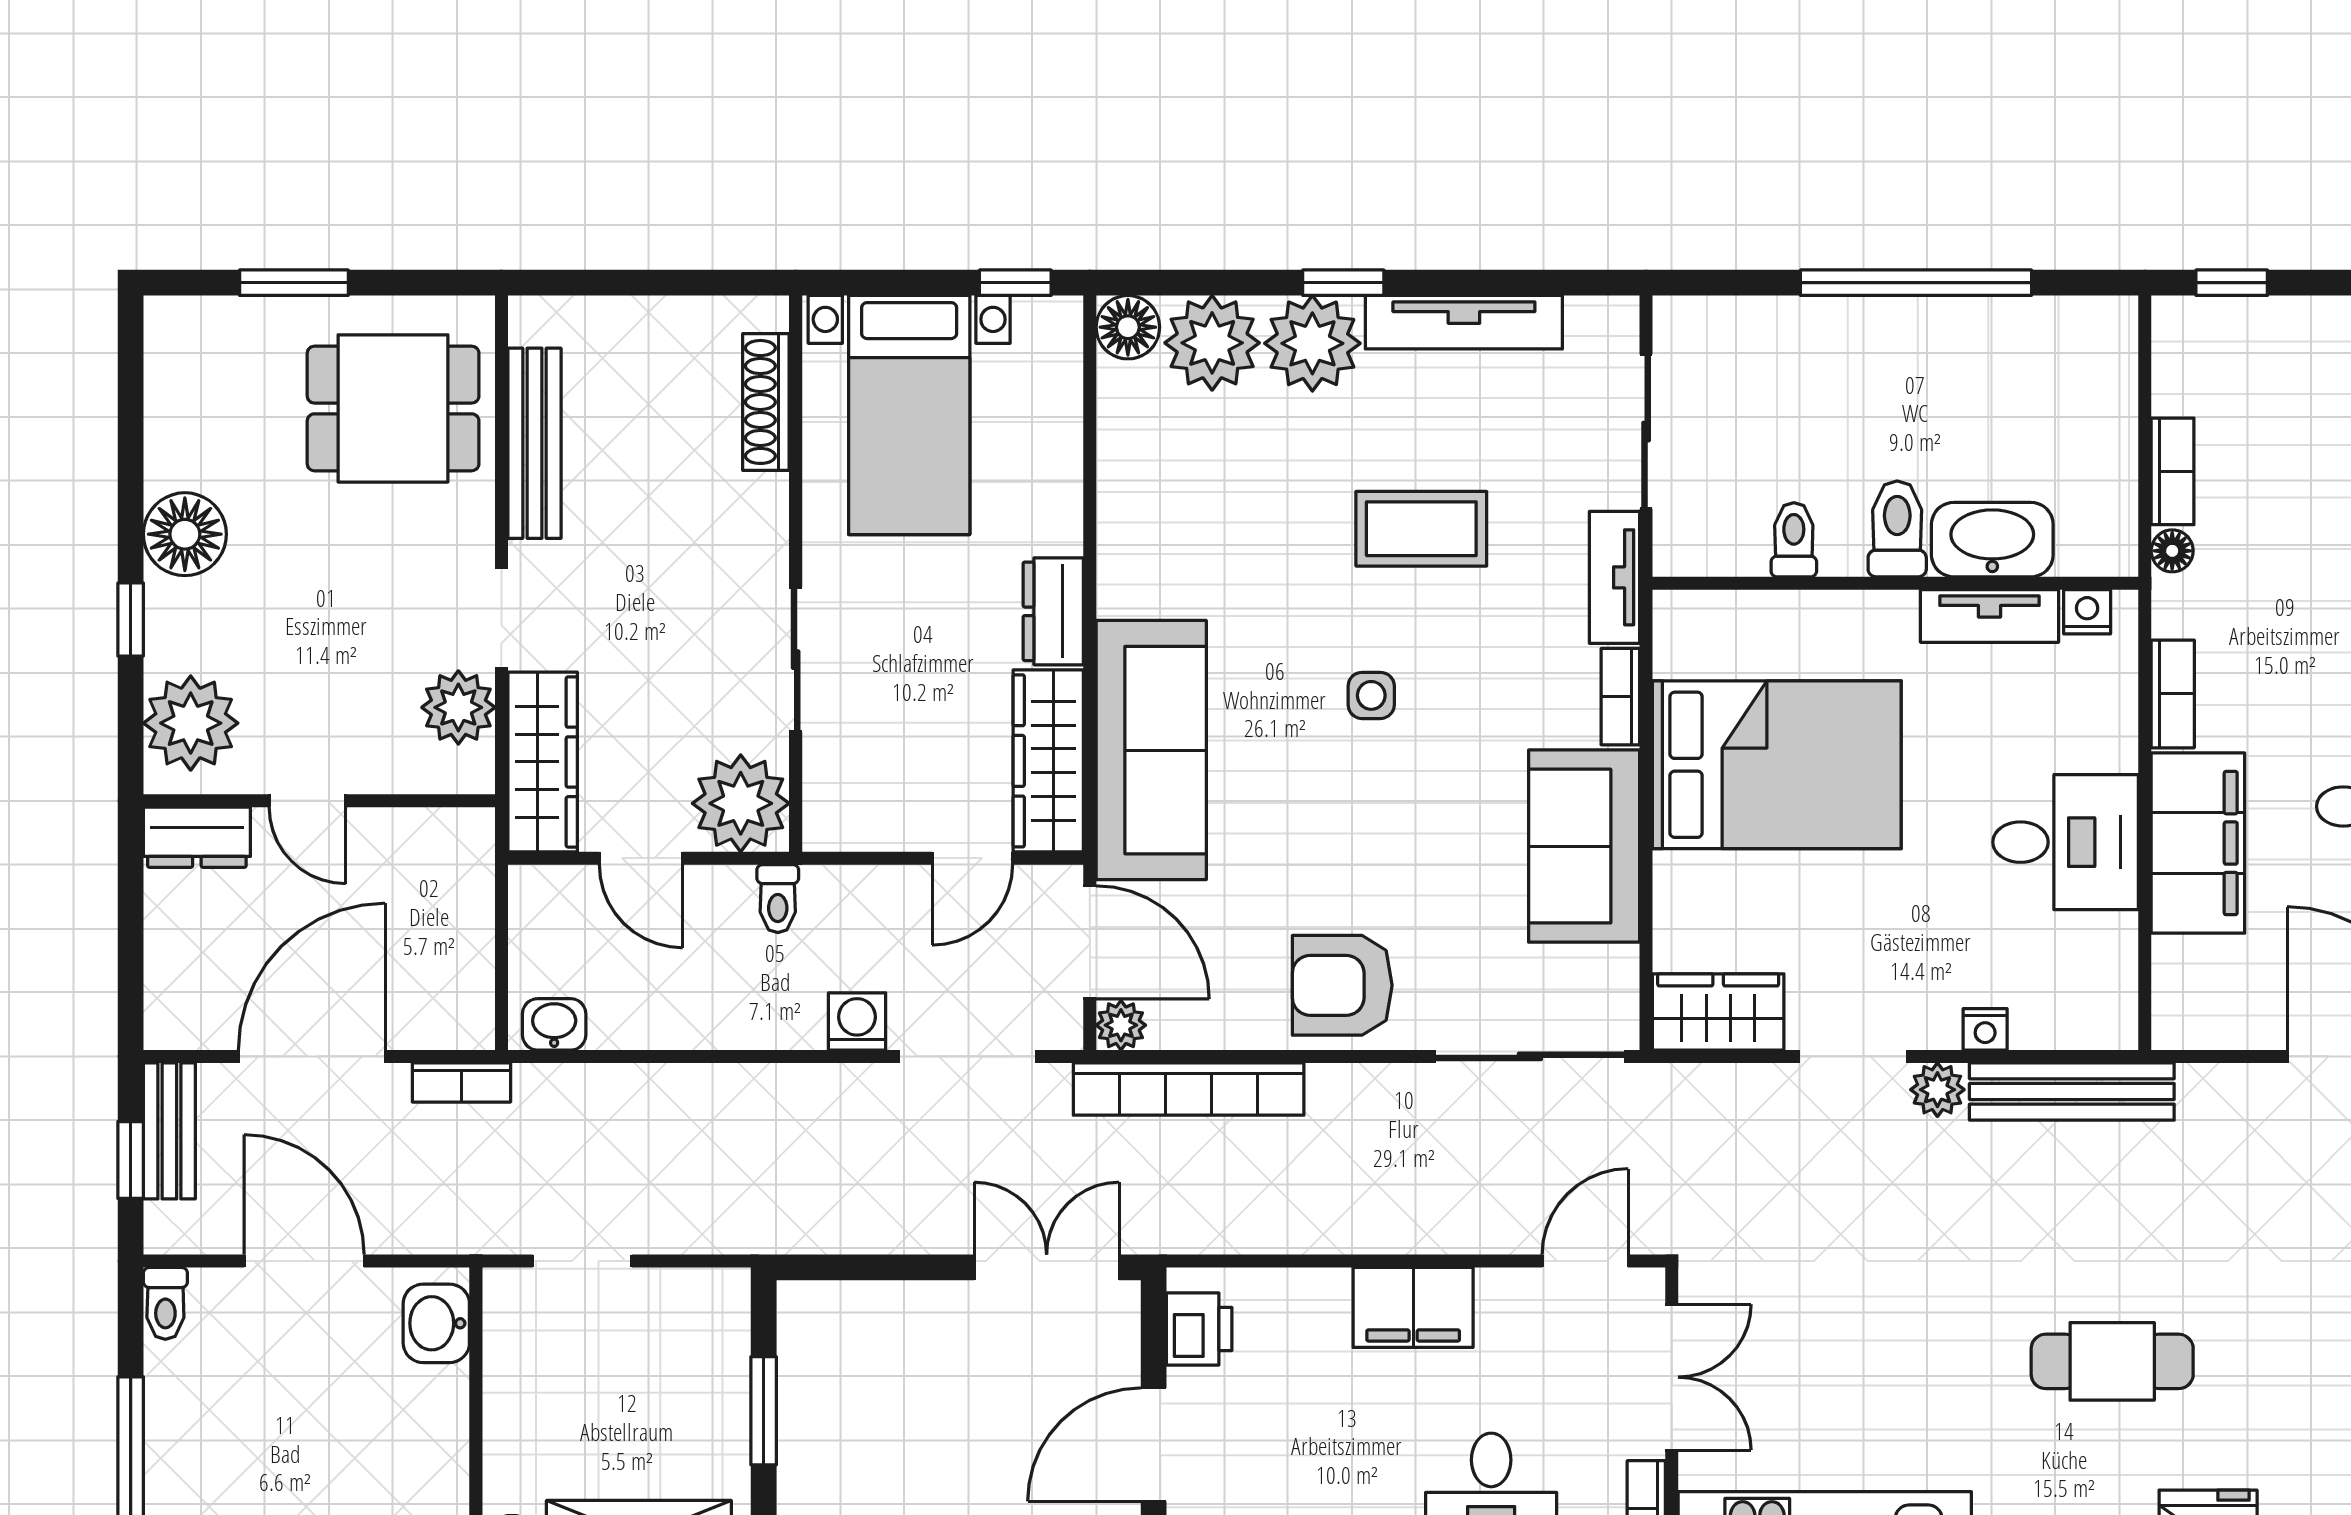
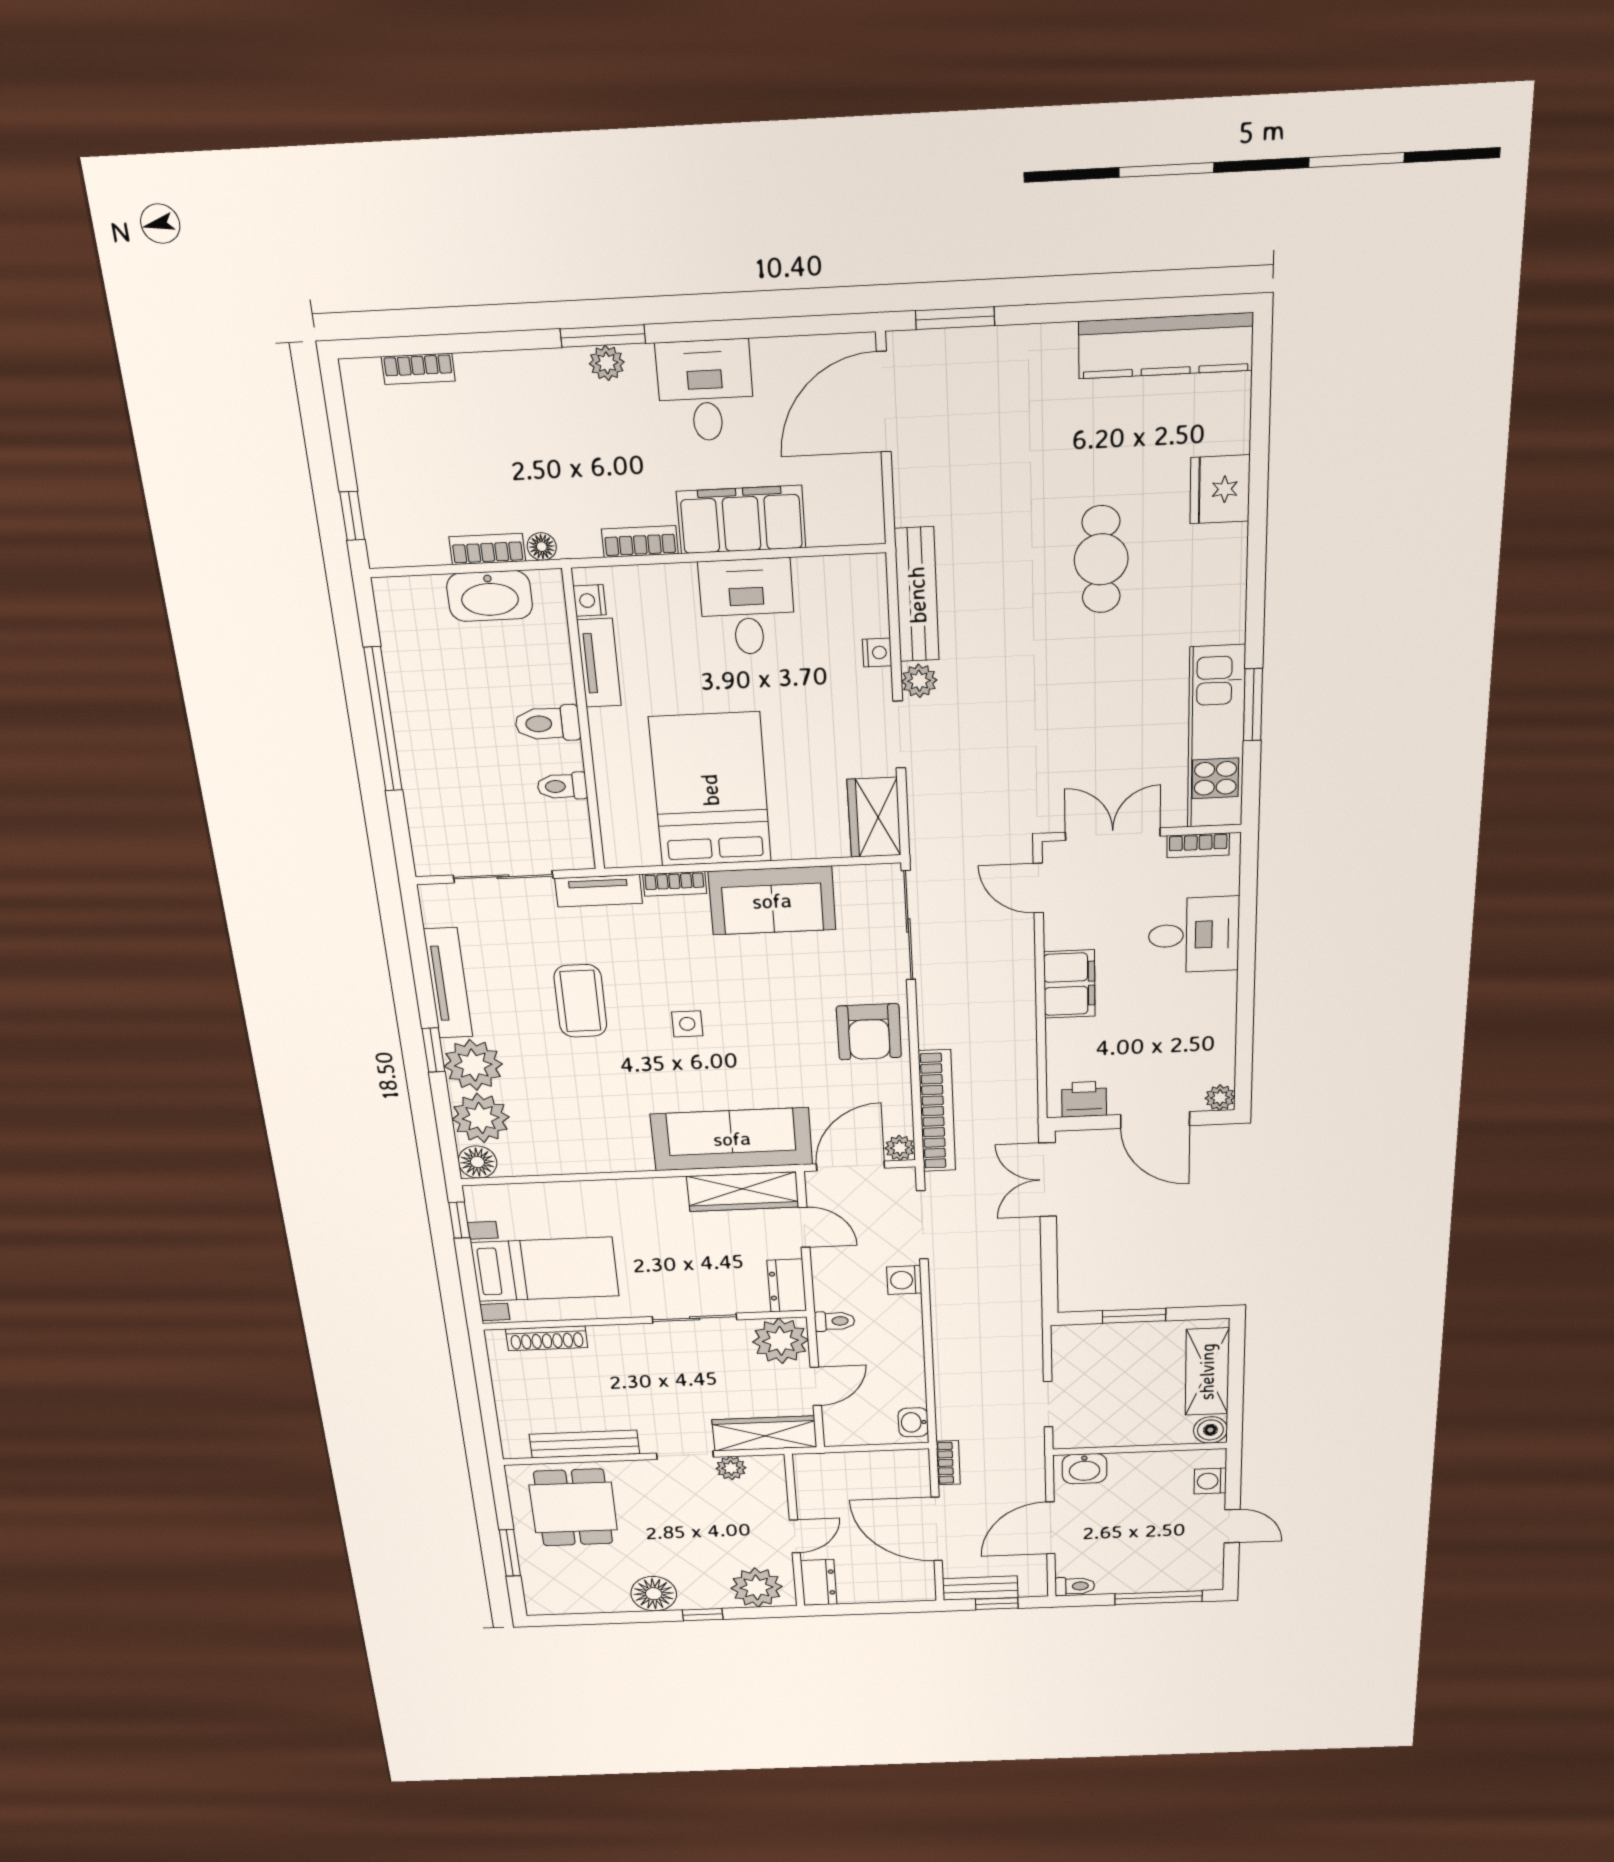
washbasin: (1992, 540) -> (490, 596), moved, turned -90
dresser: (1053, 611) -> (787, 1286), moved, turned 90
plant: (458, 707) -> (731, 1468), width x0.73, depth x0.73

